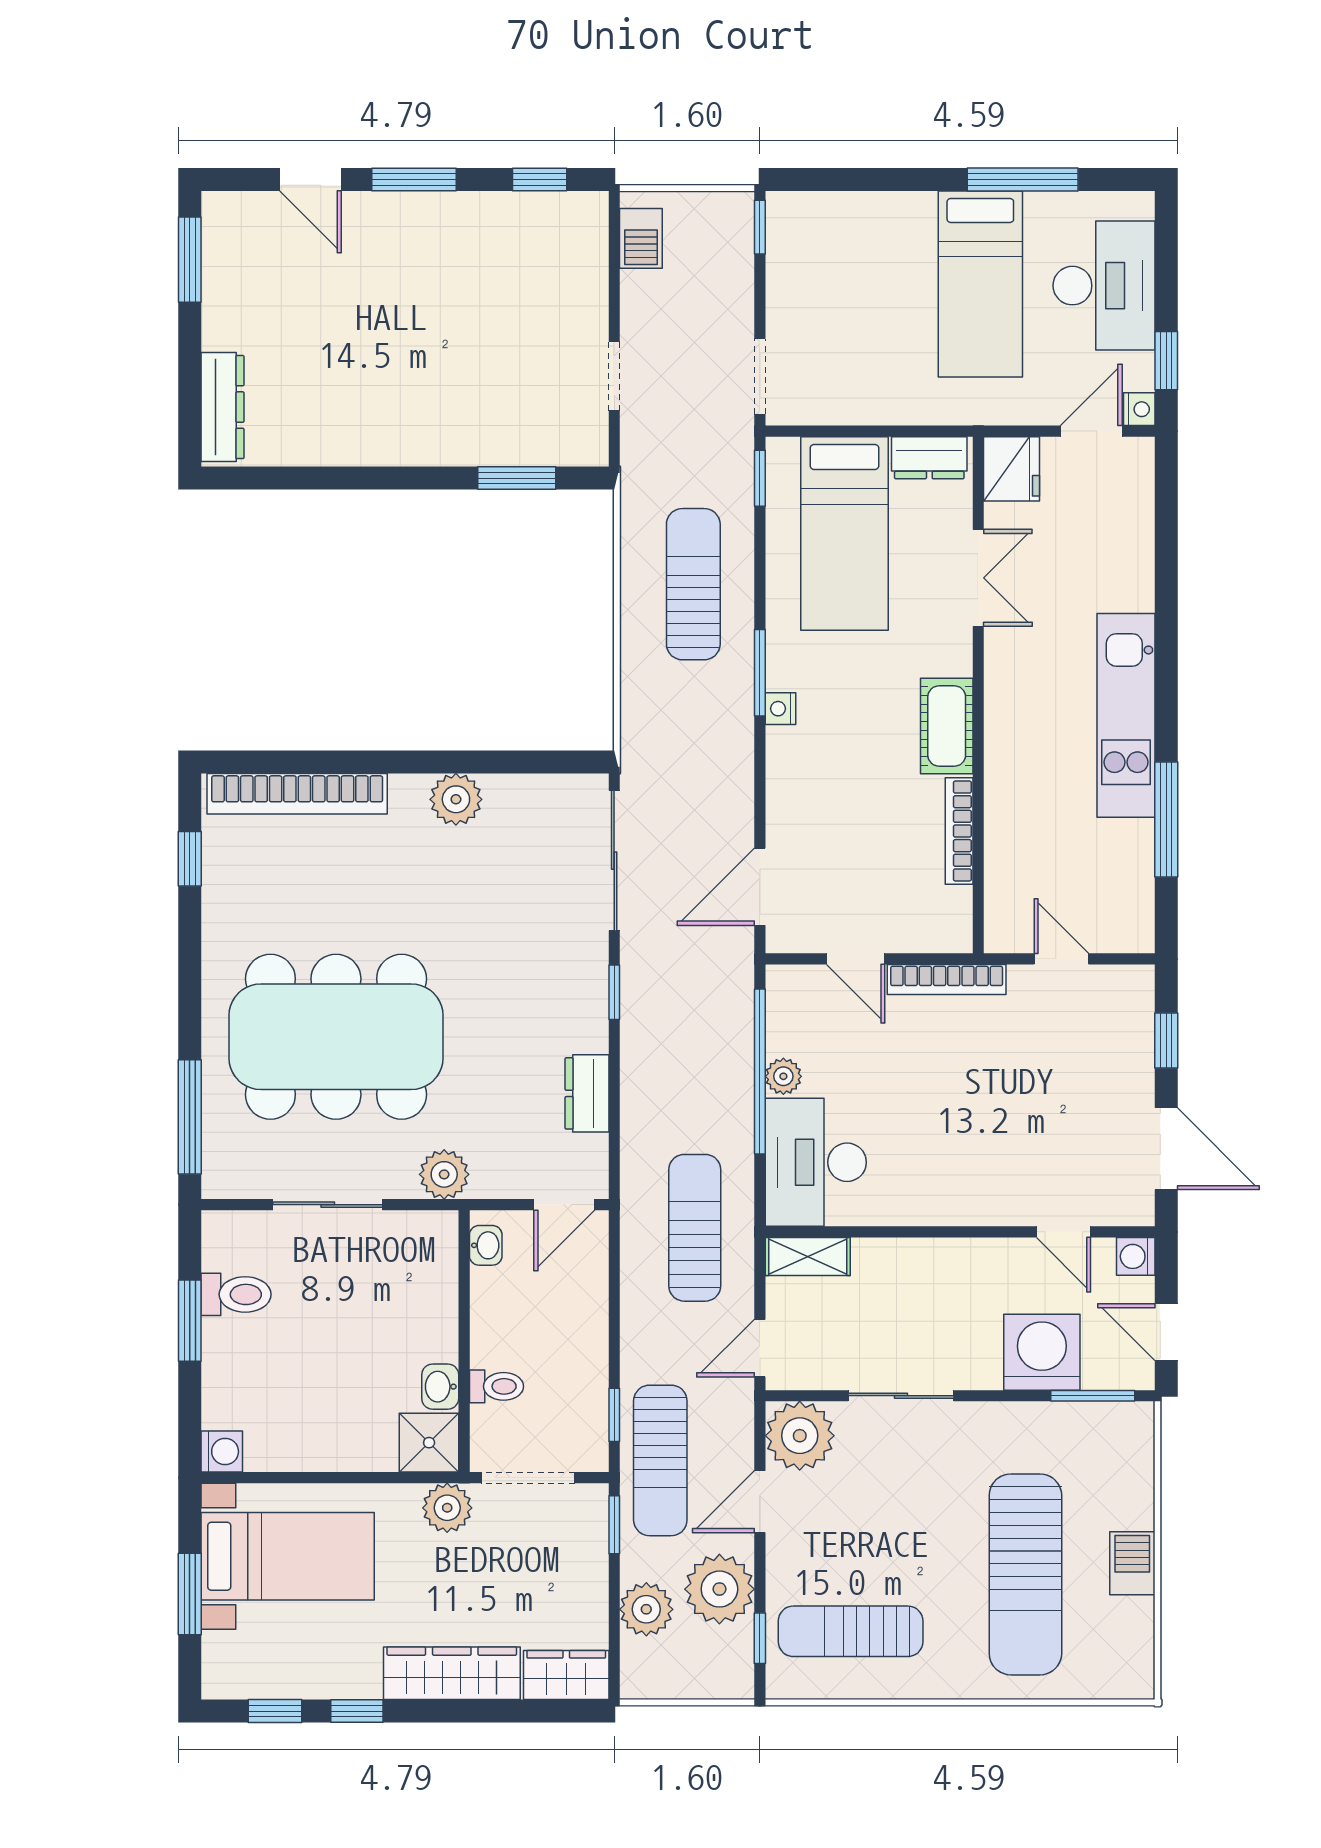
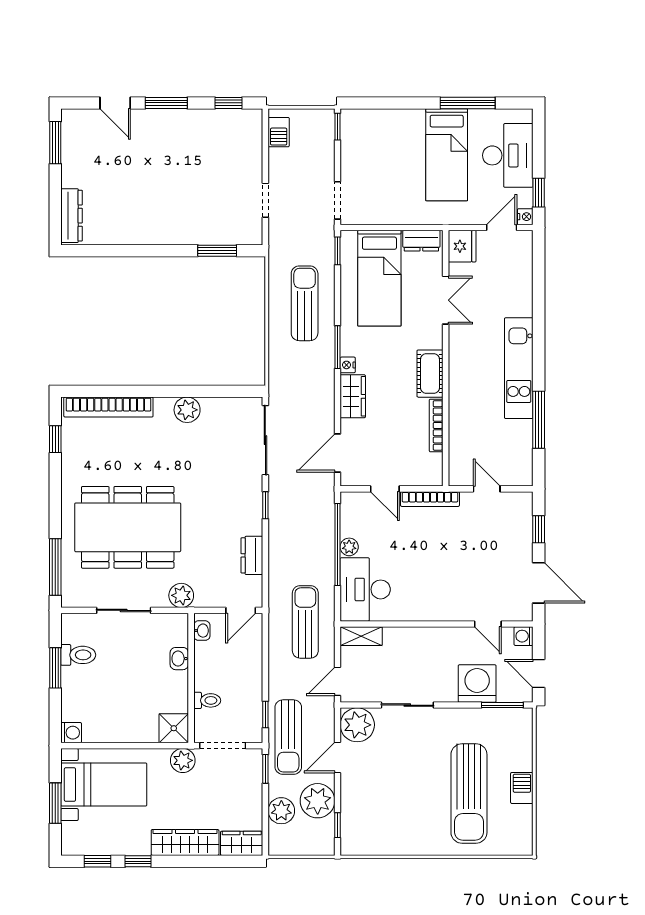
wardrobe: (791, 772) -> (353, 396), added
washbasin: (440, 1387) -> (179, 659), moved
sun lounger: (851, 1631) -> (382, 822), removed

